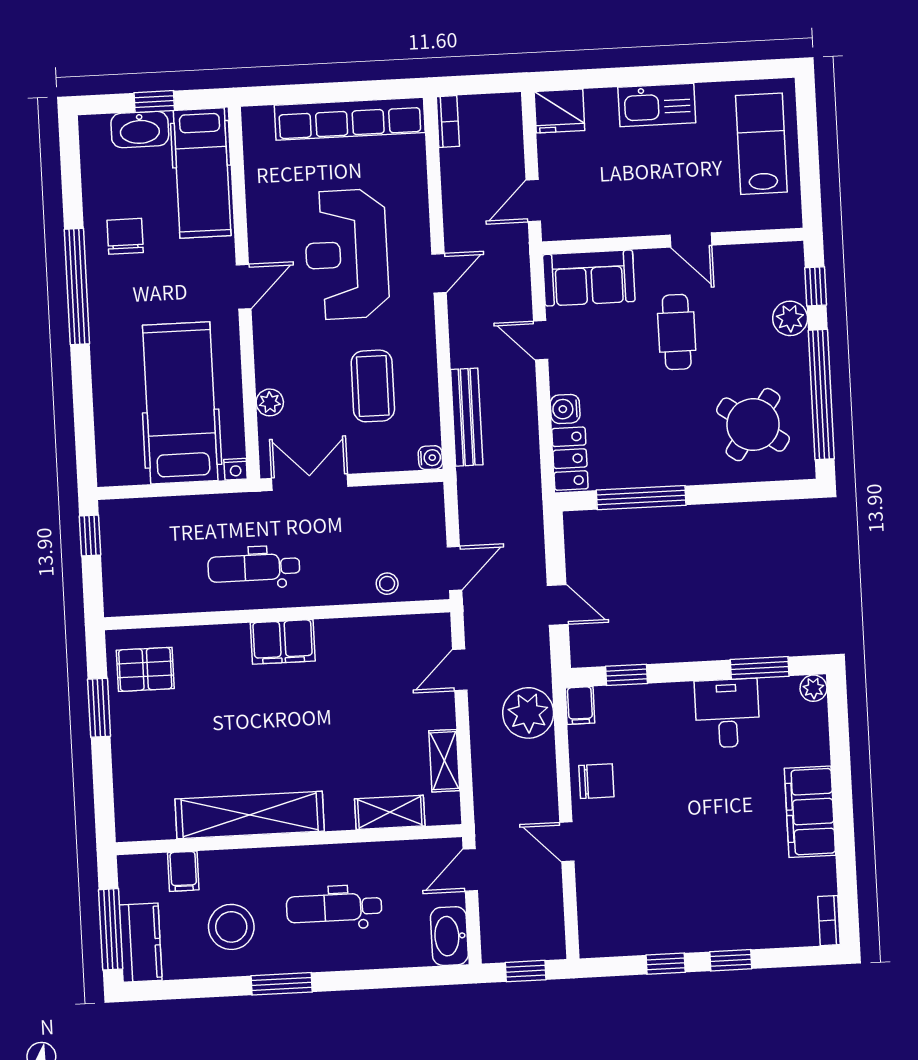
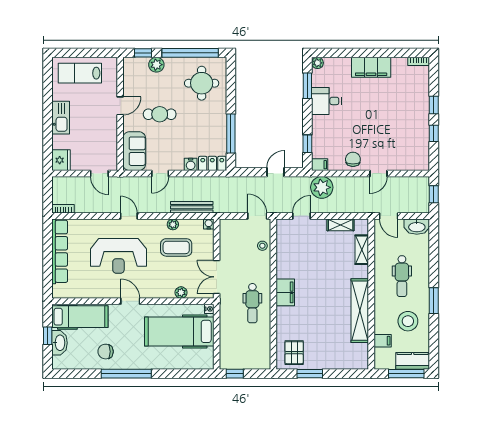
plant: (425, 375) -> (173, 224), added
round table: (753, 425) -> (202, 83), turned -35
door: (460, 670) -> (301, 216), swing flipped

